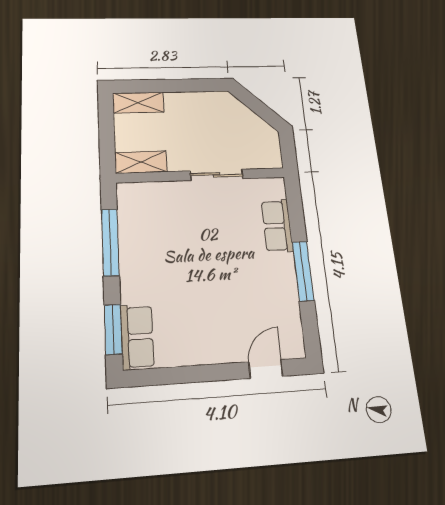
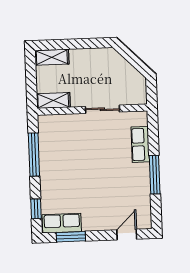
window: (113, 329) -> (36, 209), width x0.67
row of seats: (137, 337) -> (62, 223), moved, turned -90
window: (173, 376) -> (71, 237), added

